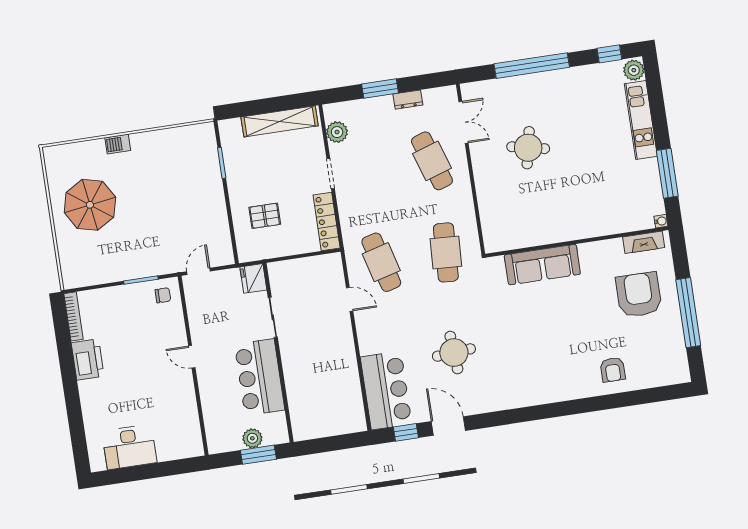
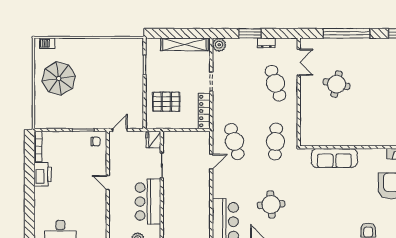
plant: (337, 132) -> (219, 45), moved
barbecue: (118, 144) -> (47, 43), moved
pallet: (265, 216) -> (166, 102), width x1.50, depth x1.42
door: (350, 299) -> (211, 162), hinge flipped

